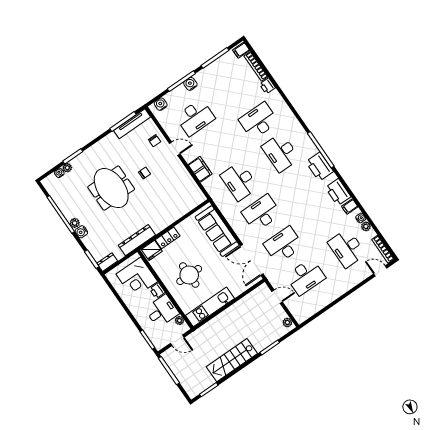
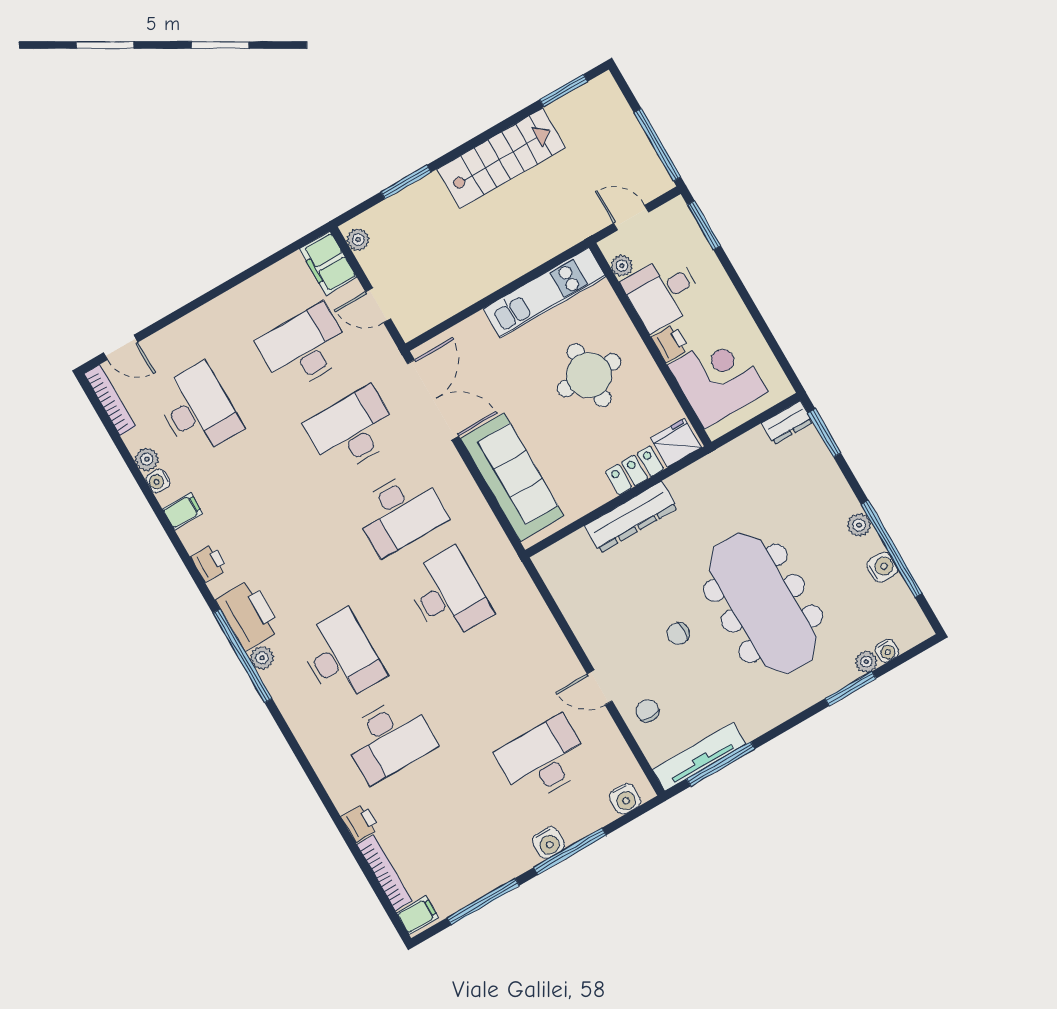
plant: (313, 150) -> (262, 658), added
filing cabinet: (200, 169) -> (328, 263), moved
meeting table: (111, 188) -> (763, 603), width x1.36
printer: (338, 192) -> (209, 563), width x0.53, depth x0.68
water cooler: (81, 232) -> (882, 567), moved
dresser: (137, 240) -> (631, 517), moved
desk: (283, 245) -> (352, 430), turned 180

